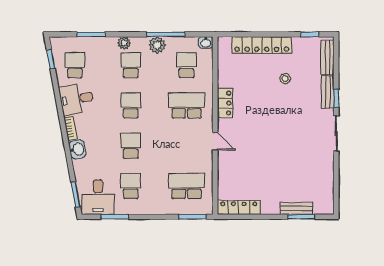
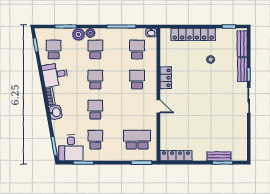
plant: (157, 45) -> (79, 34), moved
school desk: (187, 105) -> (137, 80), width x0.54

